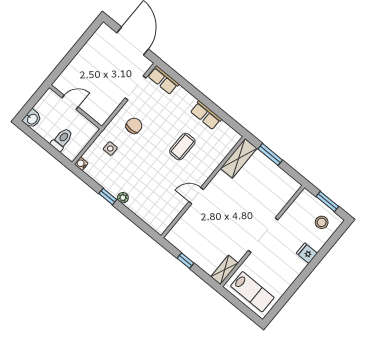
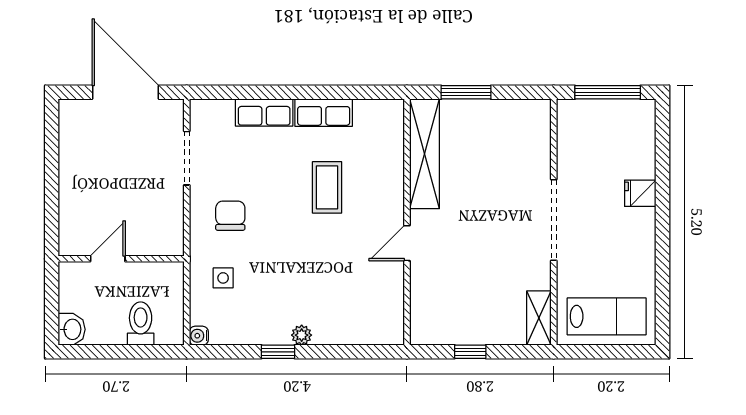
row of seats: (163, 80) -> (264, 113), moved
shelving: (239, 158) -> (424, 154), width x1.47
window: (327, 202) -> (608, 92), width x1.44
stool: (322, 222) -> (624, 130), removed

